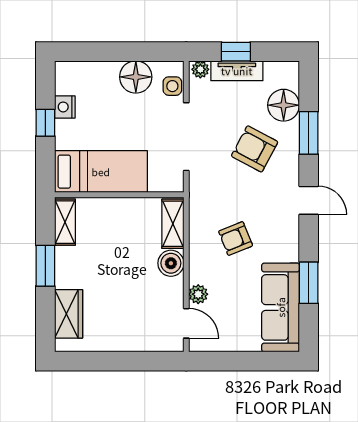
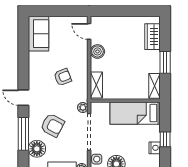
window: (309, 133) -> (23, 134), width x1.44
boiler: (171, 263) -> (97, 51), moved
window: (309, 283) -> (23, 53), removed
plant: (198, 294) -> (83, 107), moved
sofa: (281, 307) -> (38, 34), width x0.73

